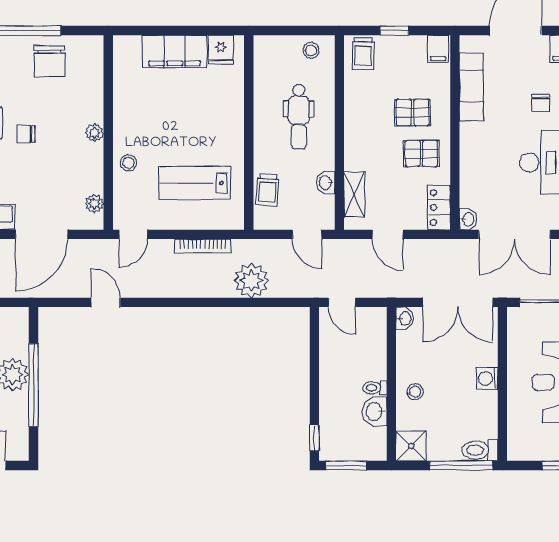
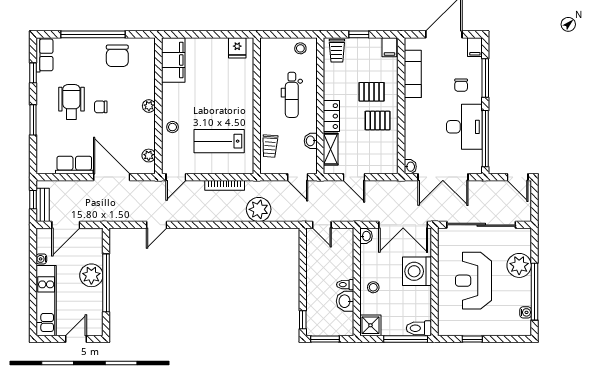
filing cabinet: (175, 52) -> (173, 60), moved, turned -90
locker: (439, 207) -> (331, 116), moved, turned 180
door: (42, 234) -> (112, 177), swing flipped
door: (106, 302) -> (157, 225), swing flipped
washing machine: (487, 378) -> (417, 271), width x1.89, depth x1.89

